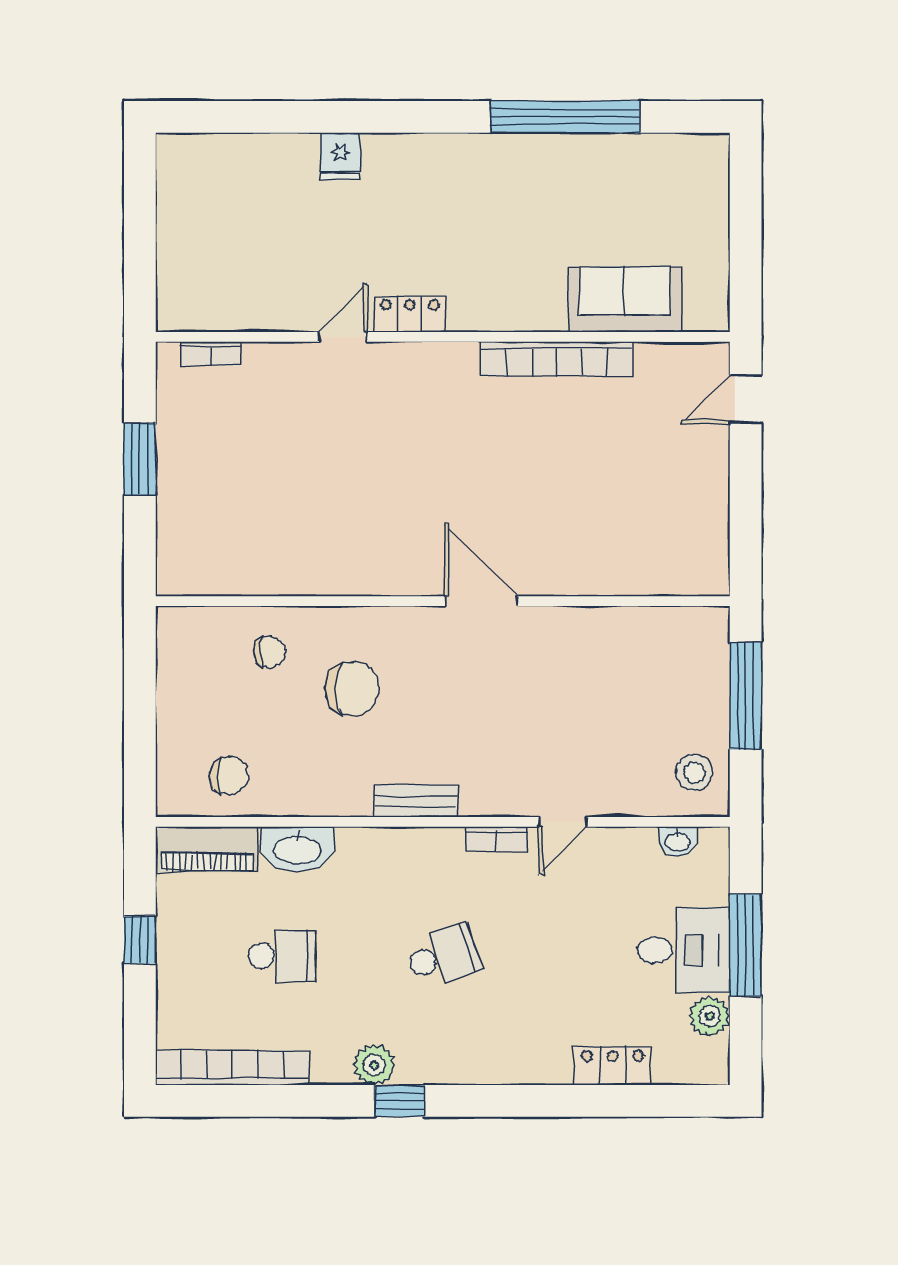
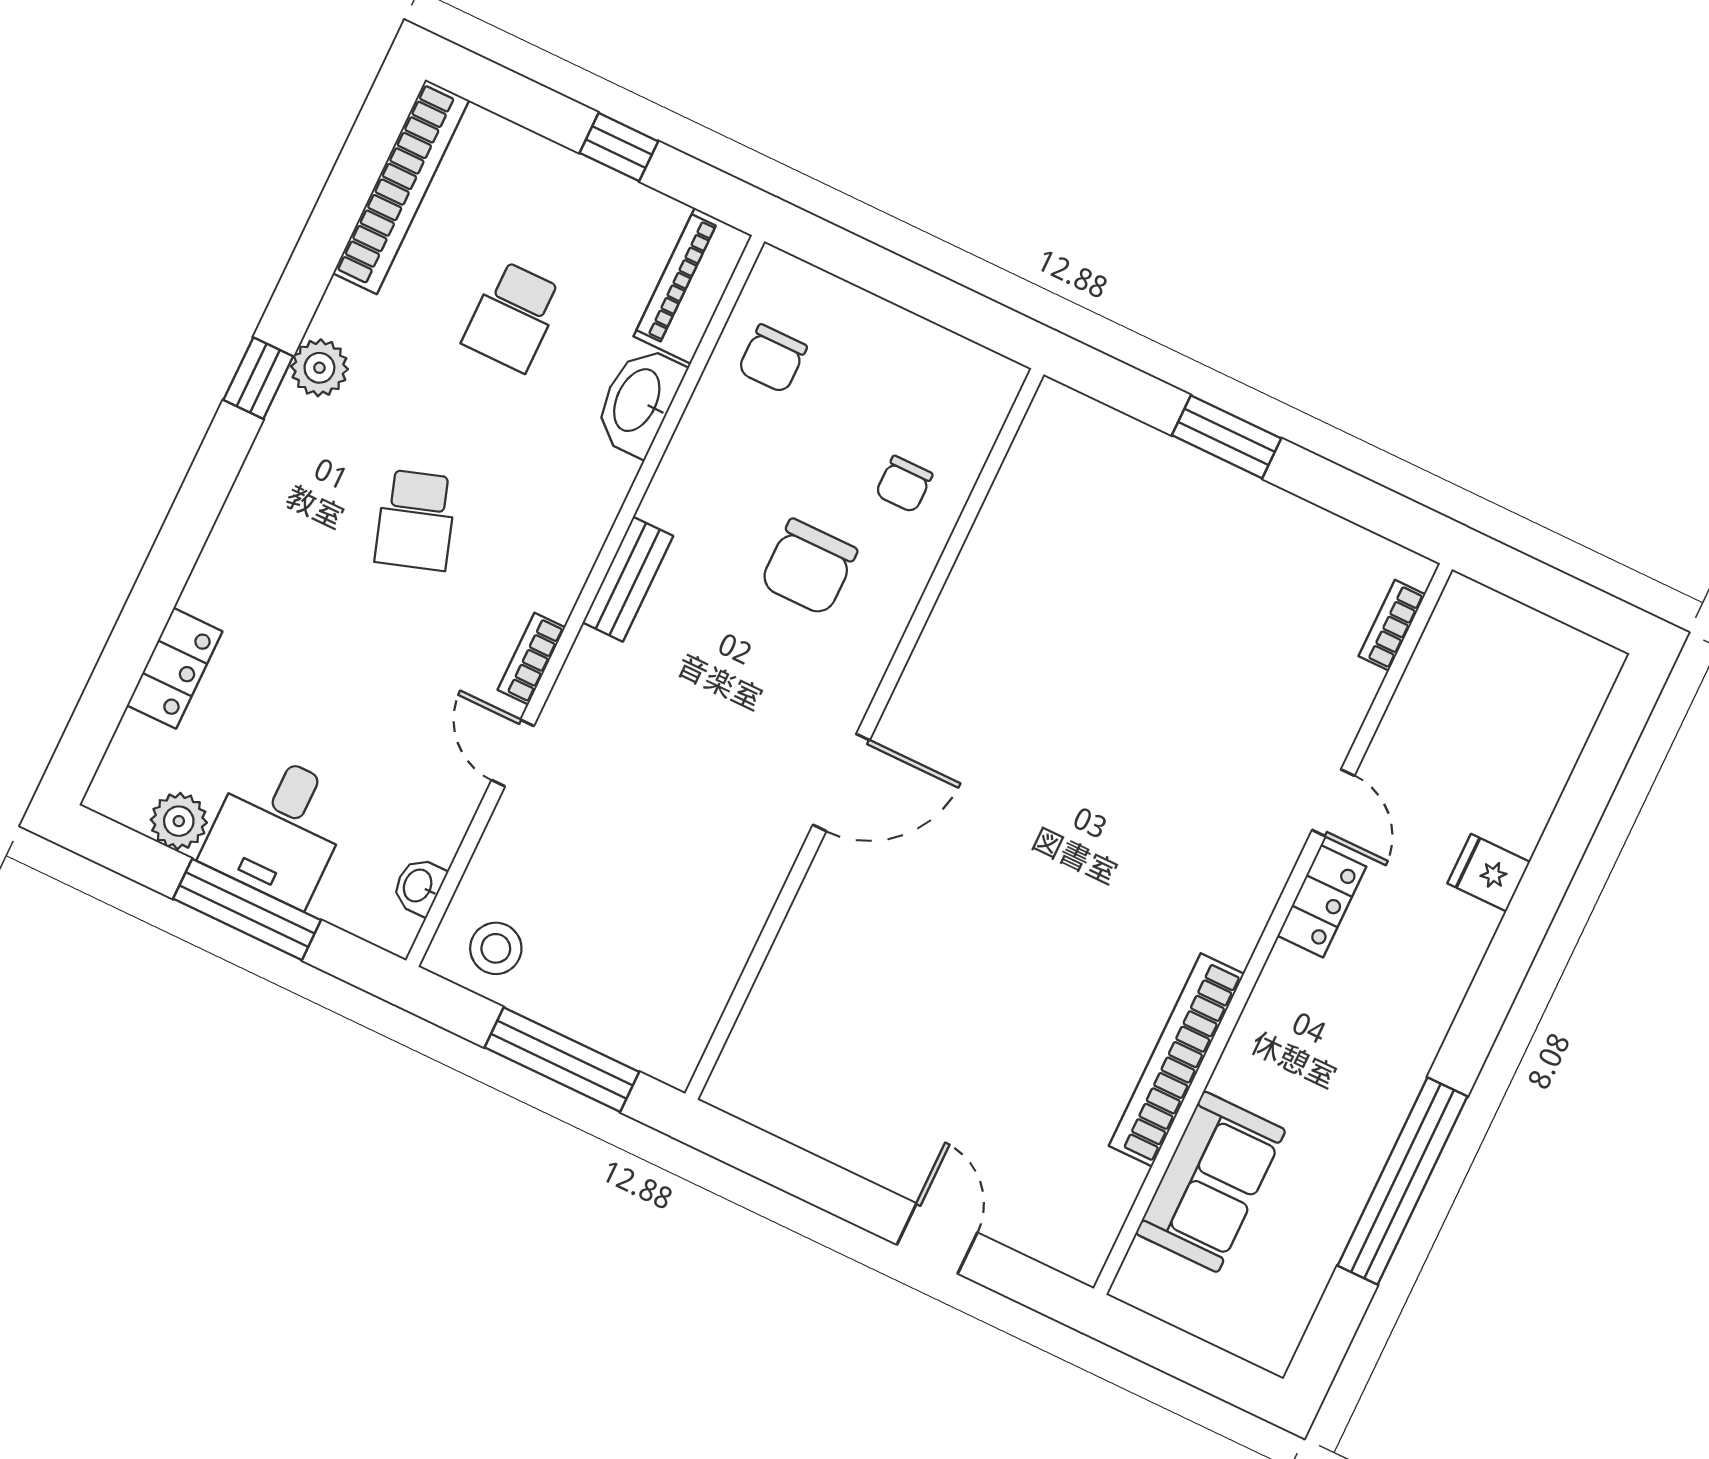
sofa: (625, 299) -> (1211, 1182), moved
locker: (410, 314) -> (1322, 901), moved
door: (343, 337) -> (1333, 803), moved
wall: (443, 337) -> (1273, 929), moved
bookcase: (211, 354) -> (1392, 625), moved
bookcase: (557, 359) -> (1176, 1060), moved

